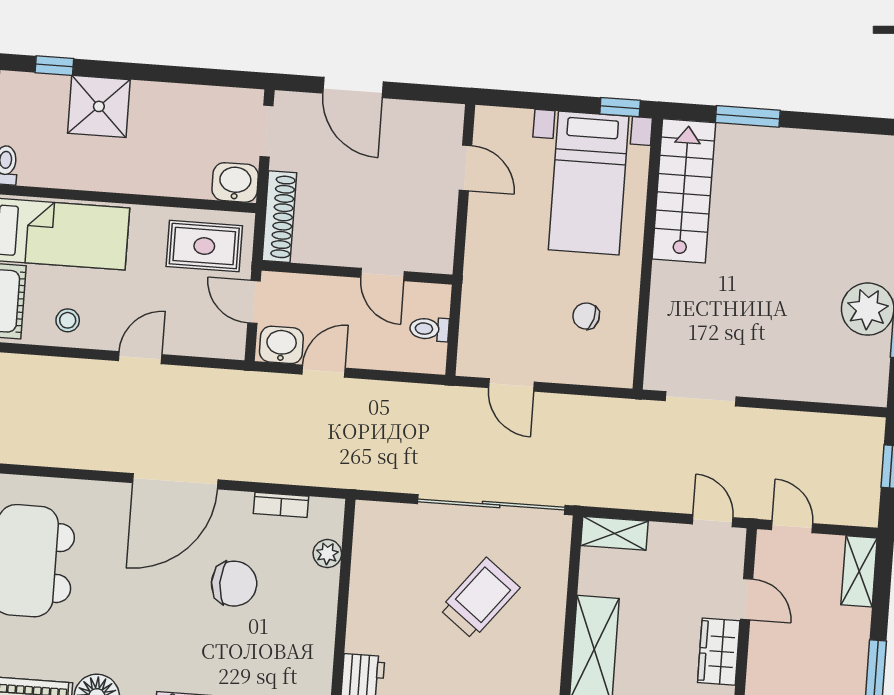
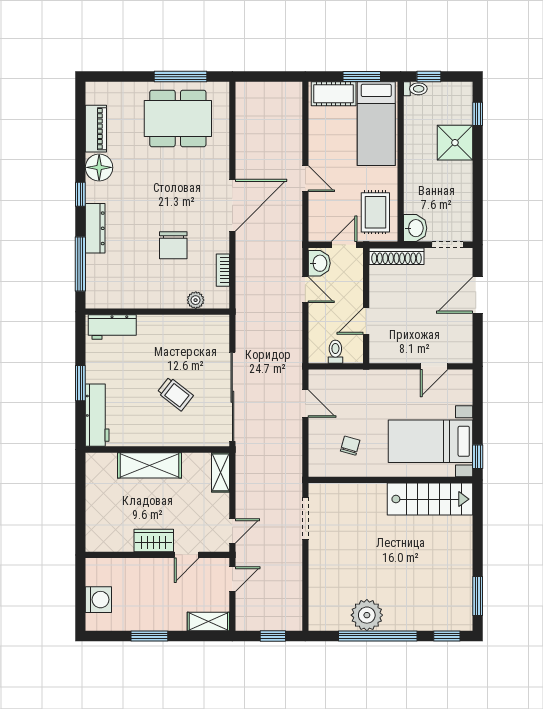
window: (748, 116) -> (478, 596), moved
stool: (68, 320) -> (325, 133), removed
door: (511, 385) -> (305, 404), swing flipped
door: (175, 481) -> (232, 205), swing flipped
trolley: (480, 598) -> (175, 394), width x0.73, depth x0.72

